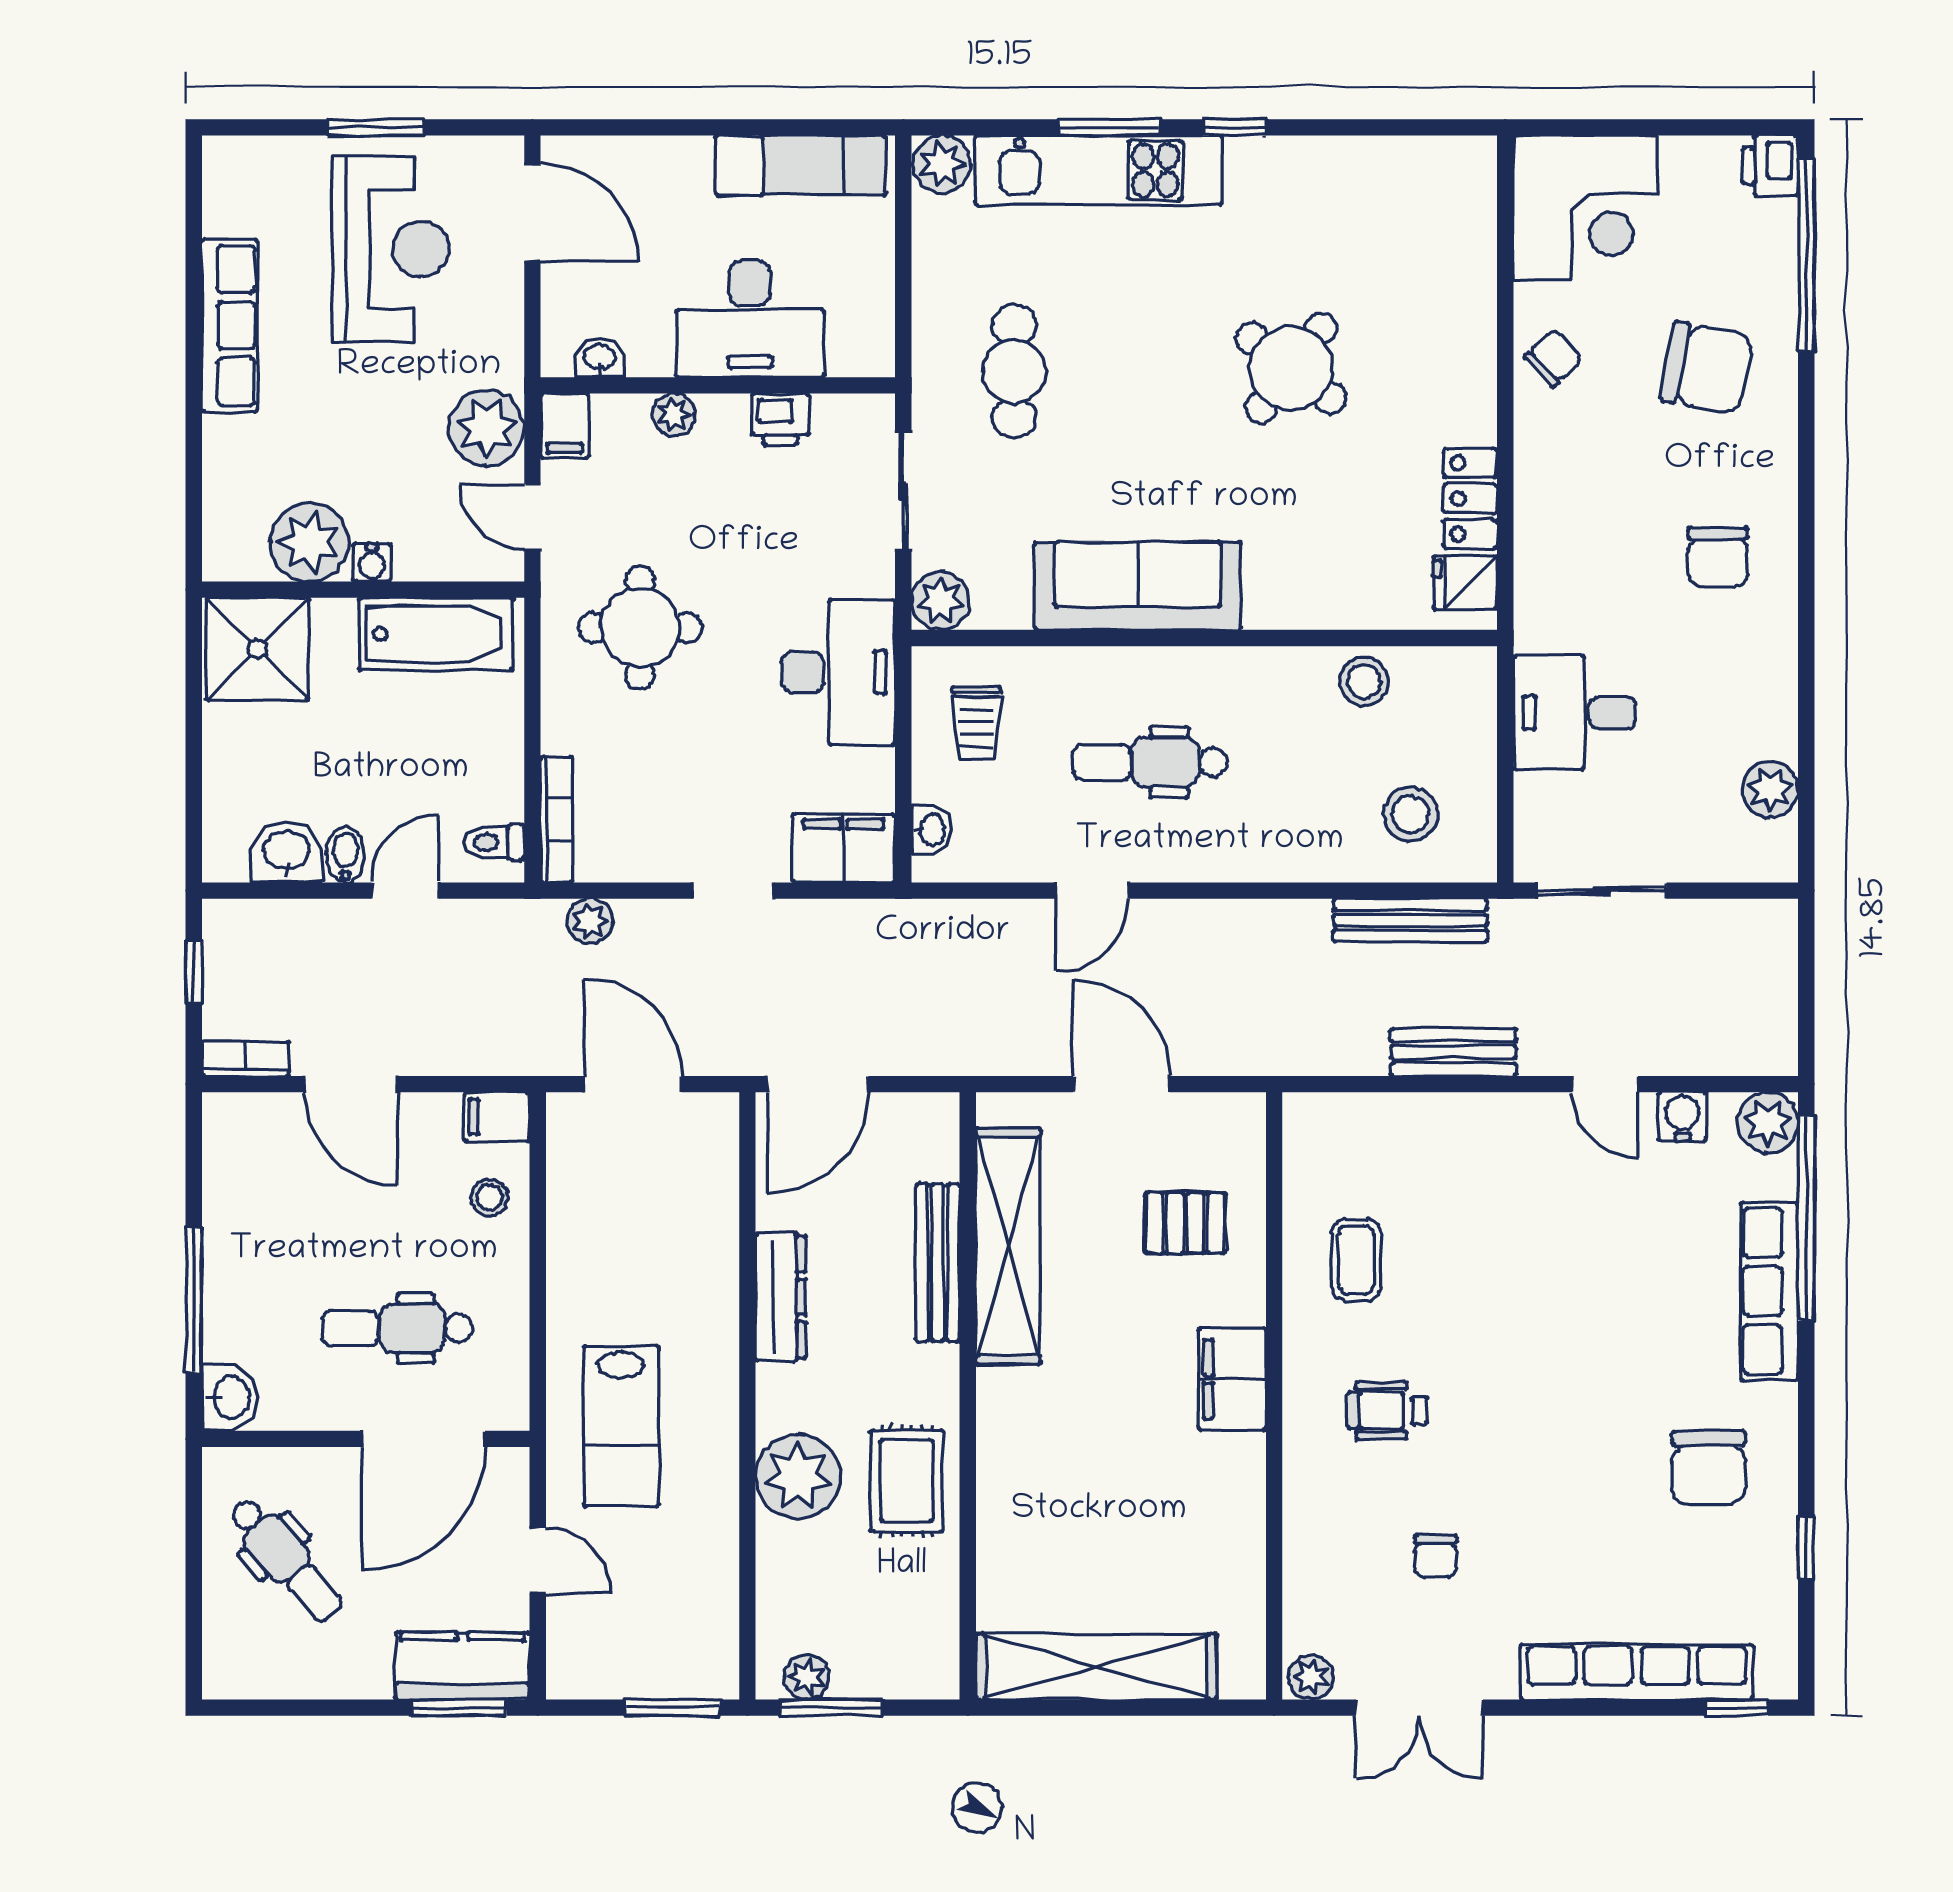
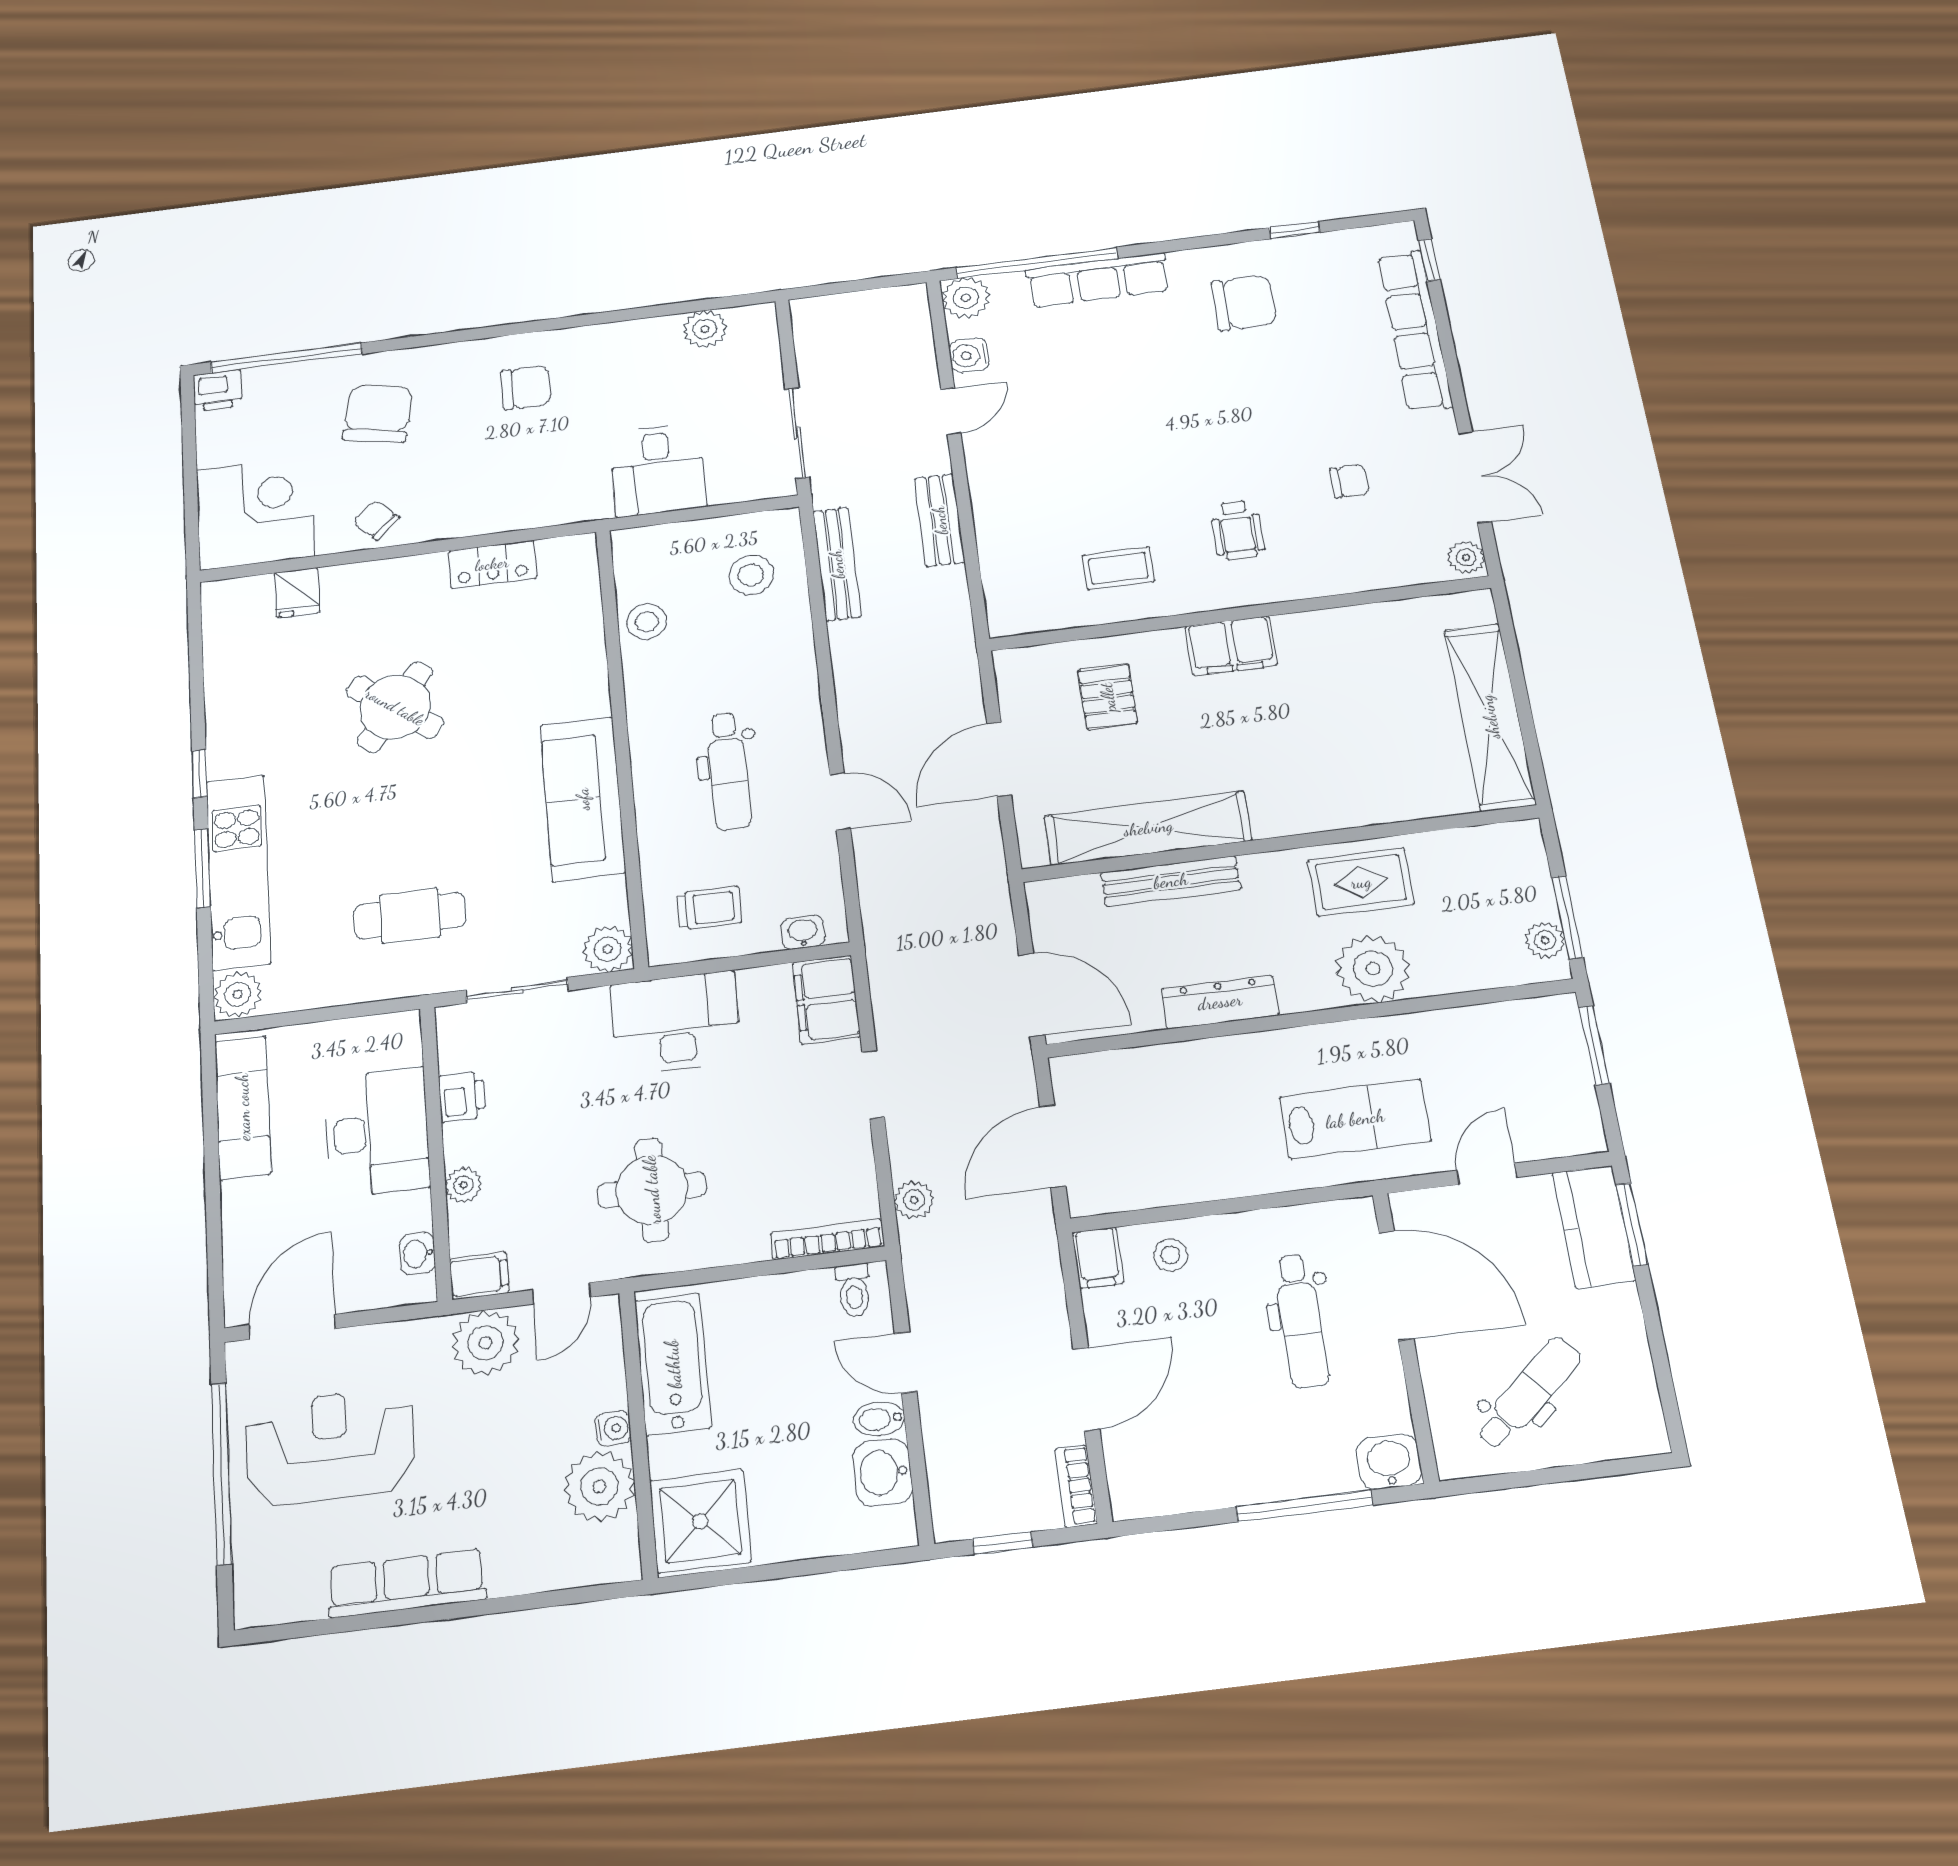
window: (375, 127) -> (221, 1474), width x2.11
fridge: (1465, 583) -> (297, 593), moved

